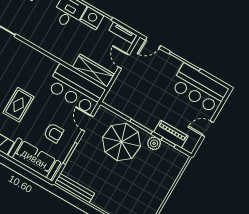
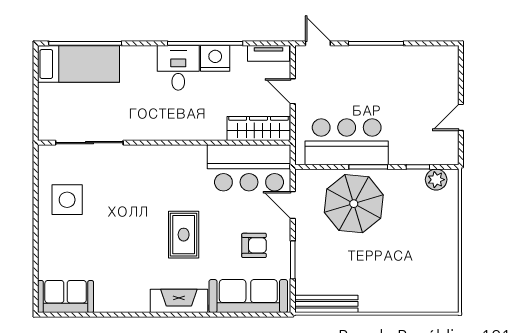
door: (153, 43) -> (318, 43), swing flipped
bar counter: (199, 88) -> (347, 142), moved, turned 180
piano: (171, 134) -> (415, 154), removed
plant: (154, 143) -> (436, 180), moved

